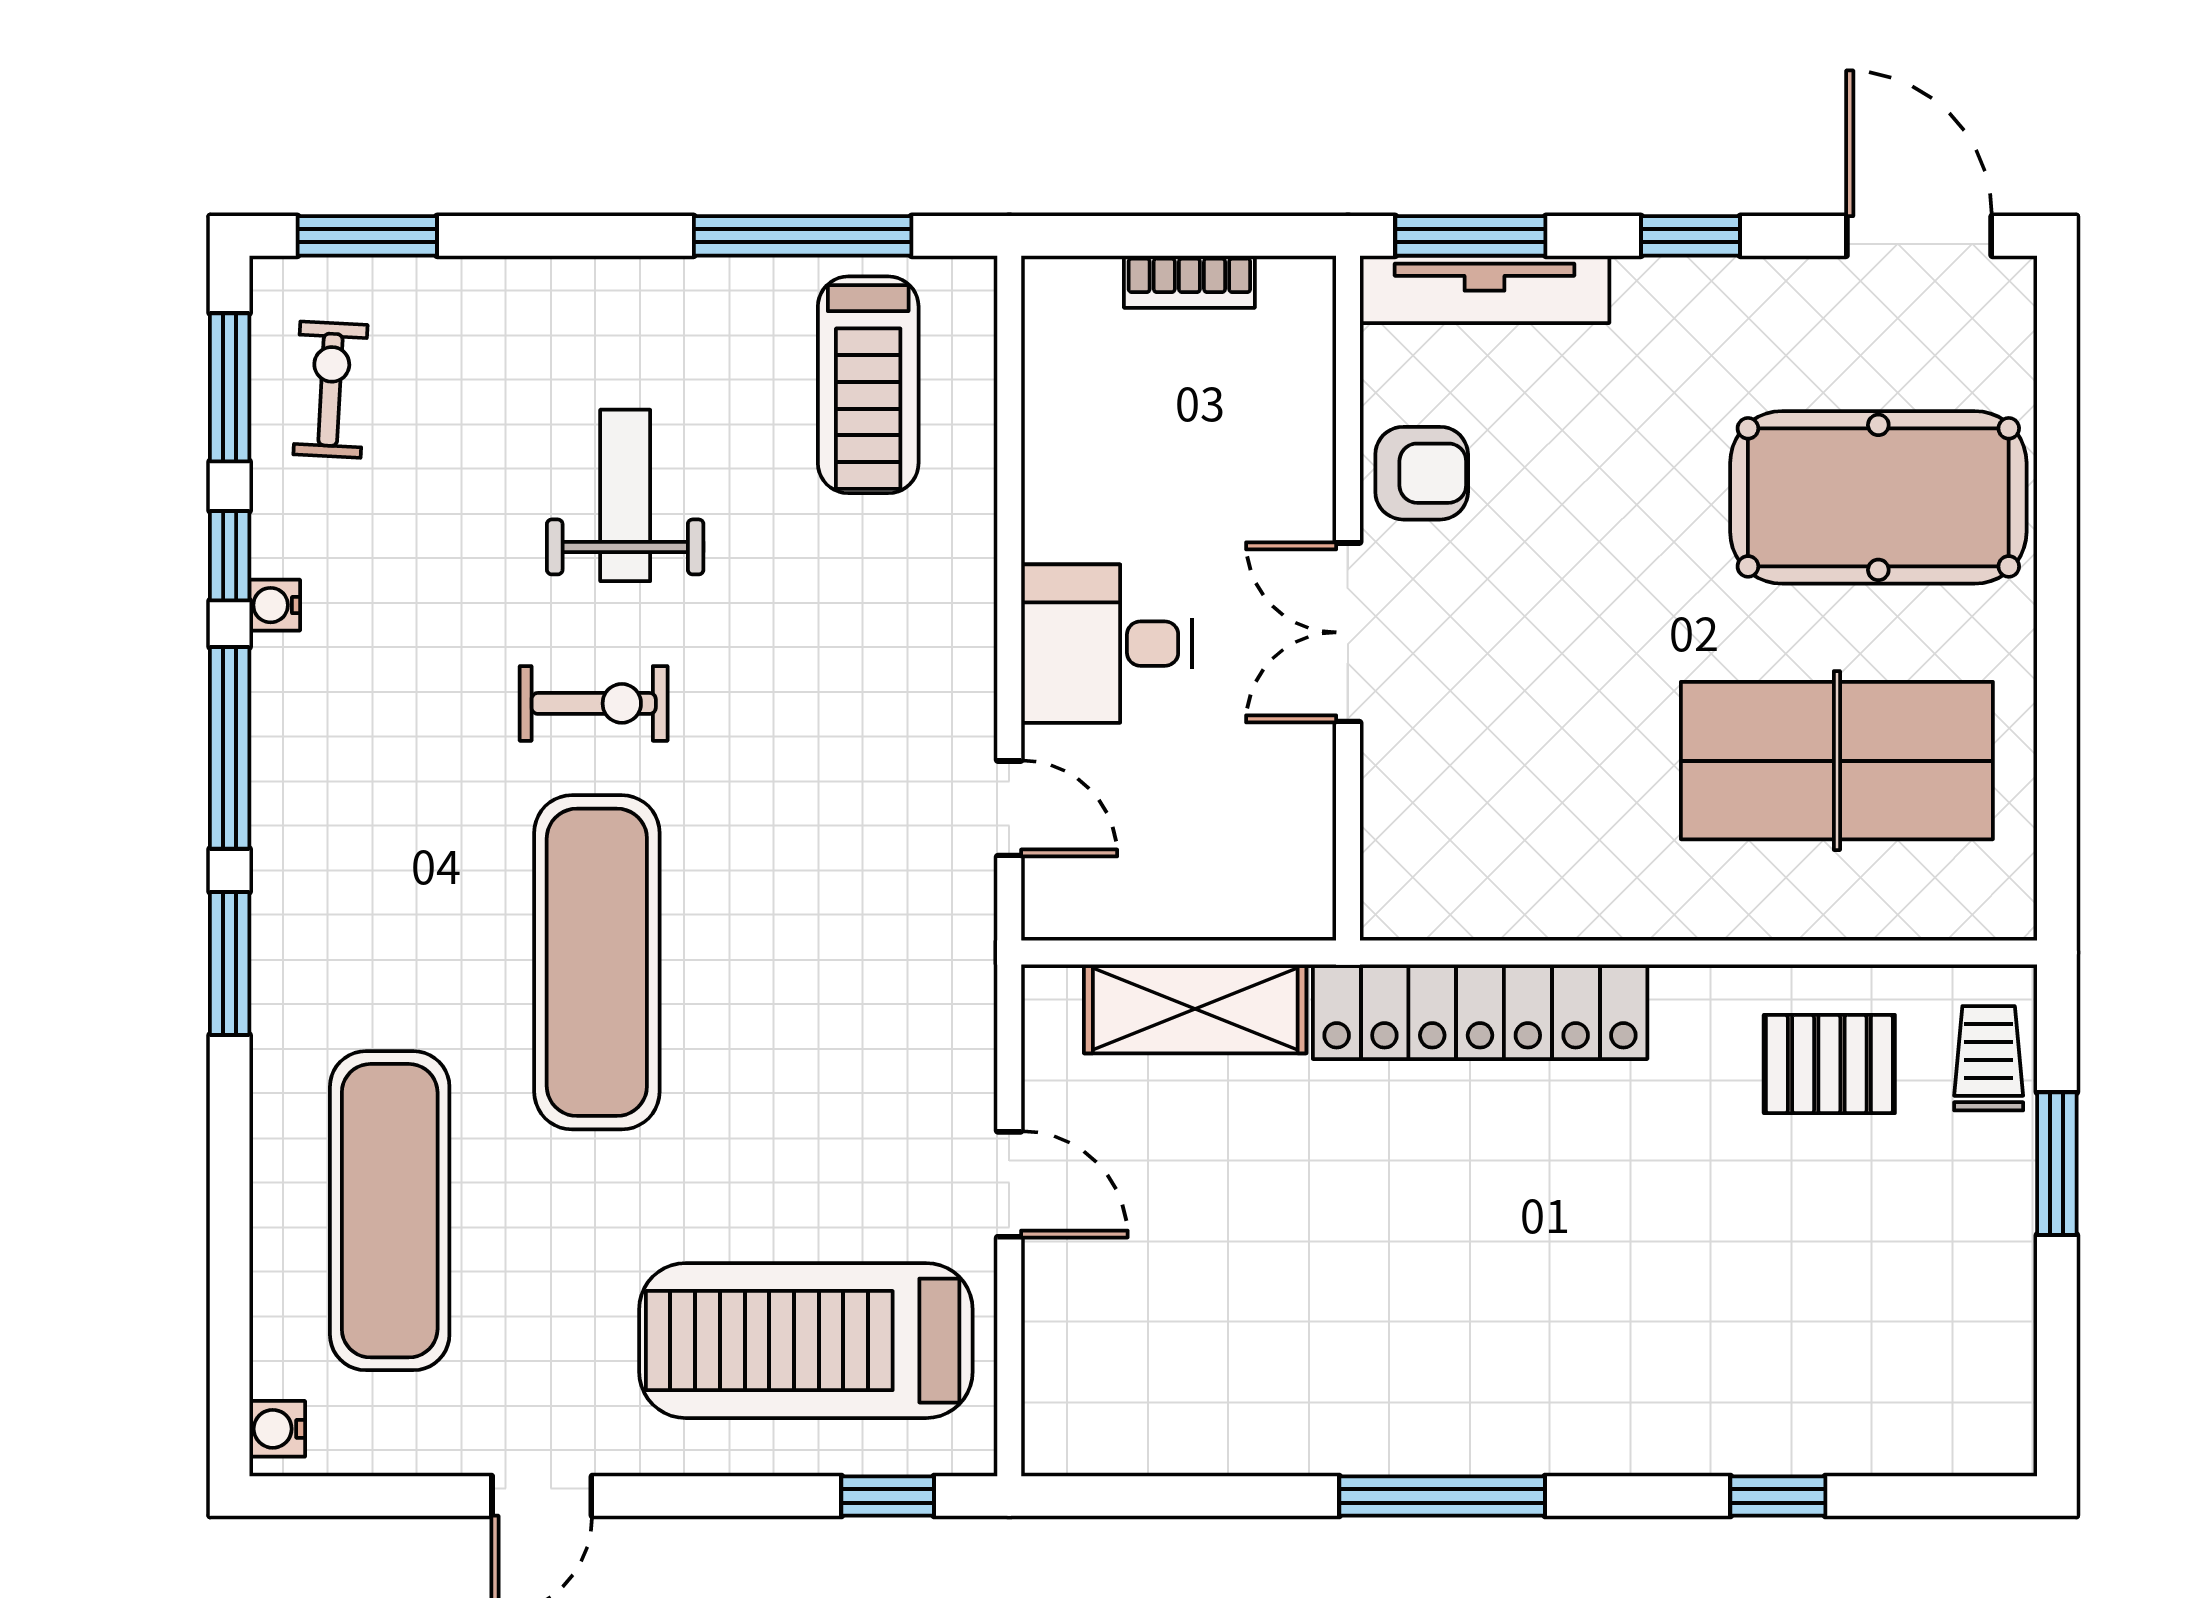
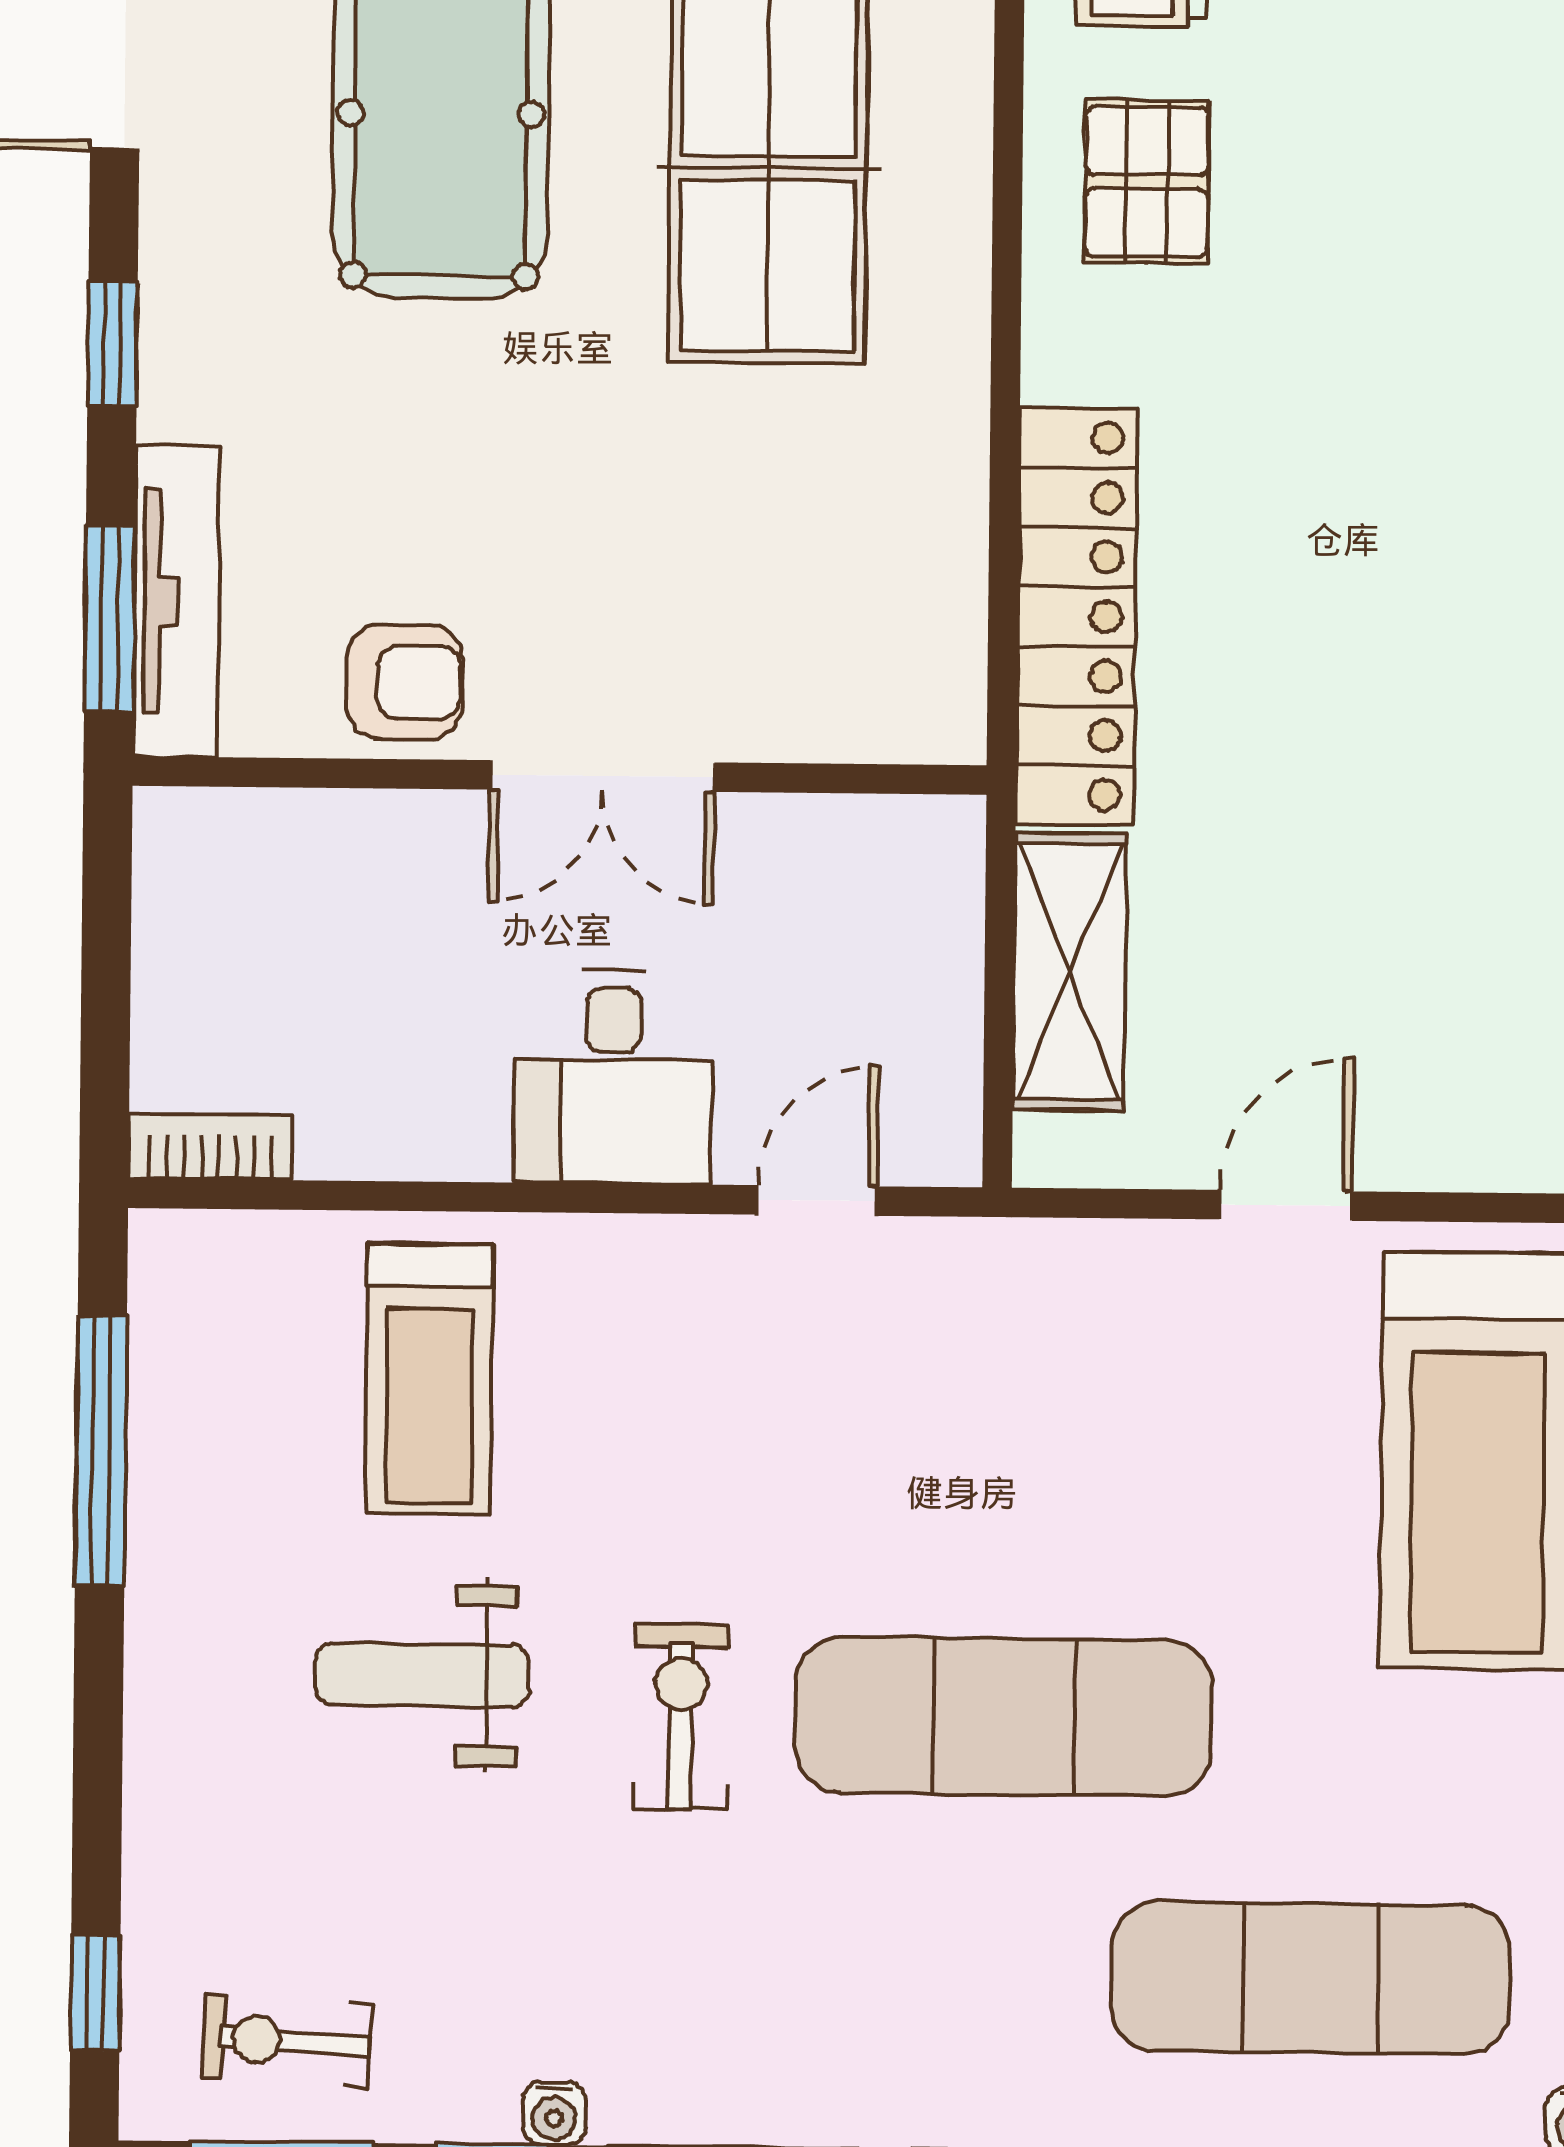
window: (367, 236) -> (95, 1993), width x0.67
bookcase: (1189, 282) -> (210, 1147), moved, turned -90
treadmill: (868, 385) -> (429, 1379), moved, turned 90
armchair: (1422, 473) -> (405, 682), turned 90

